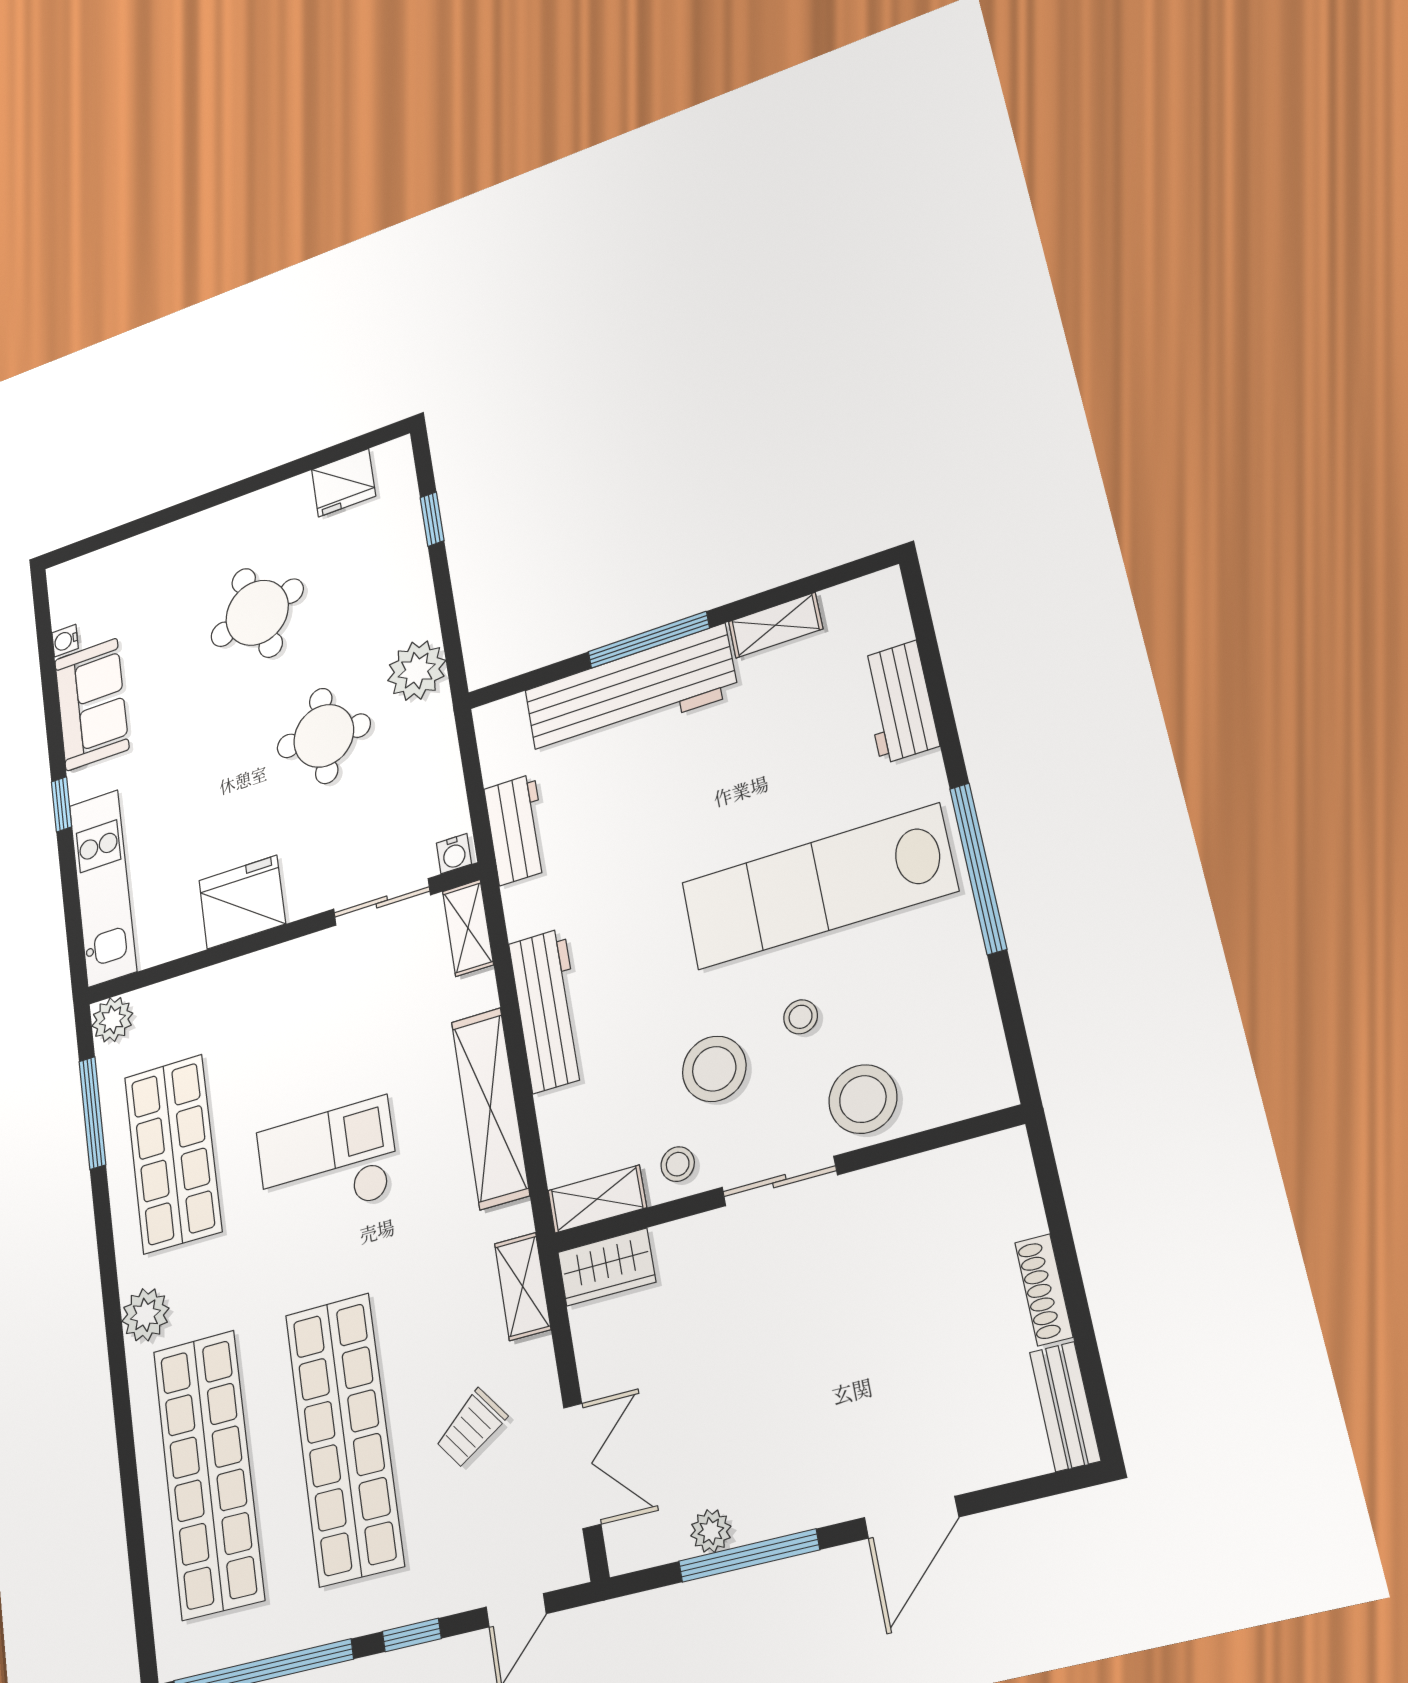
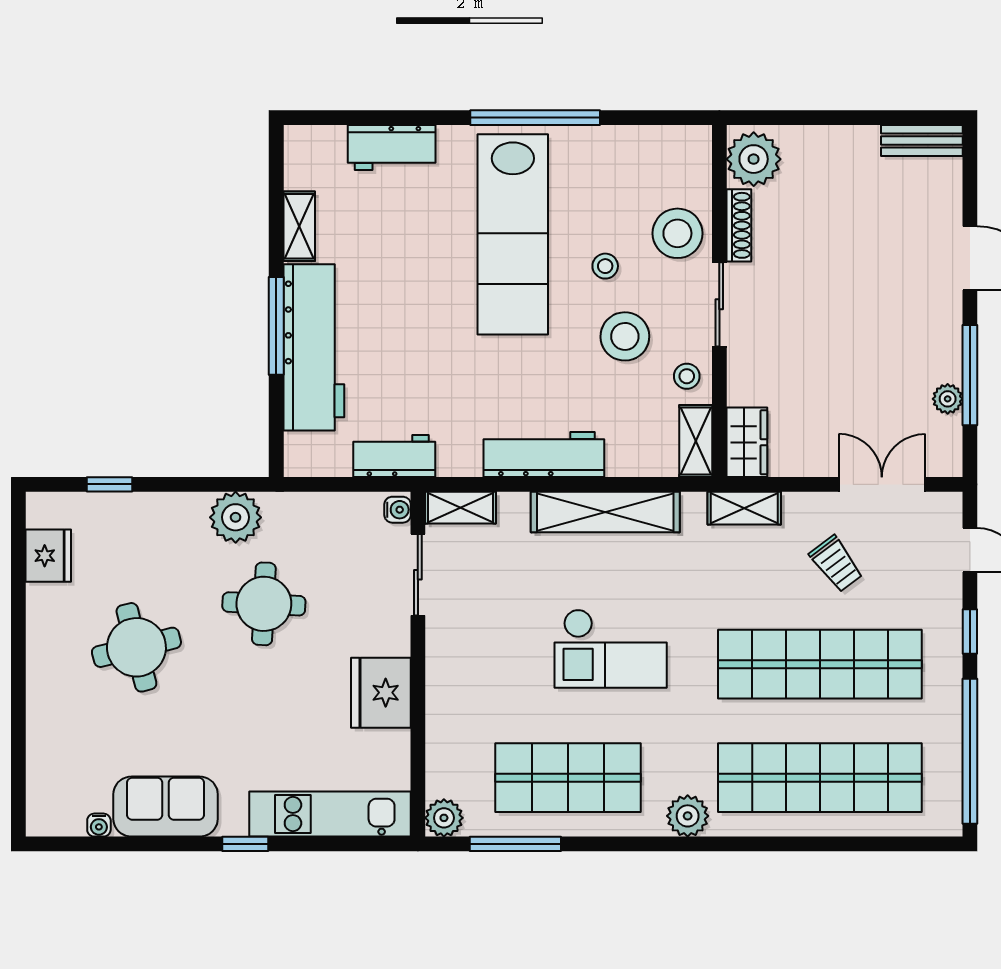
checkout: (328, 1163) -> (611, 649), turned -90
plant: (986, 1174) -> (754, 159), added
shoe rack: (1044, 1290) -> (739, 225), moved, turned -90

